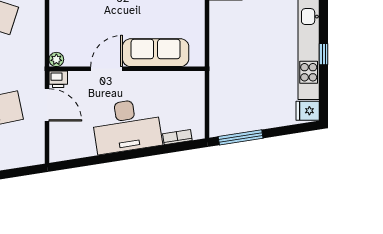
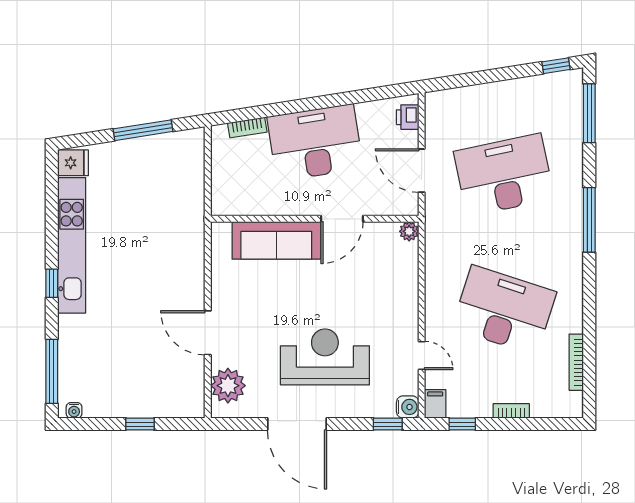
window: (324, 54) -> (52, 283), moved
printer: (58, 79) -> (408, 117), moved, turned -90
window: (241, 137) -> (143, 130), moved

